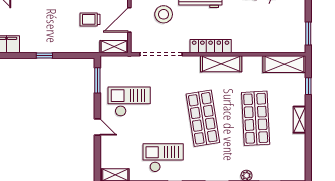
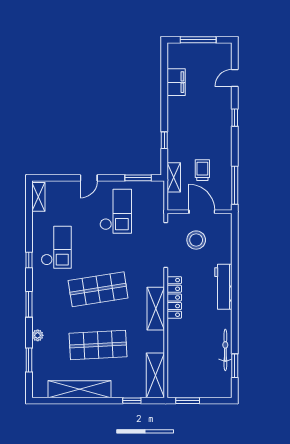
stool: (164, 14) -> (196, 240), moved
shelving: (114, 47) -> (174, 177), moved
window: (44, 56) -> (164, 140), moved
shelving: (300, 120) -> (79, 389), width x2.20, depth x1.33

